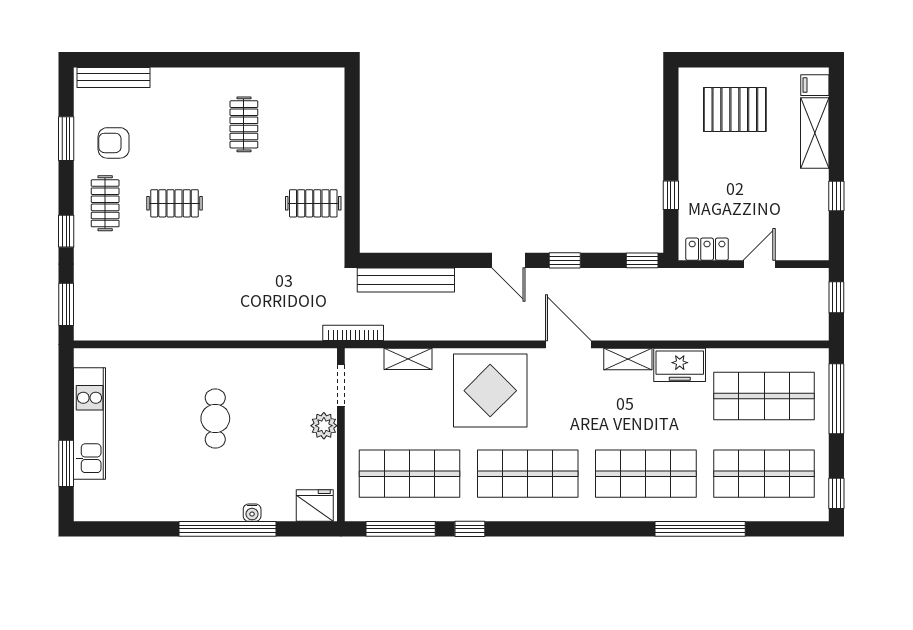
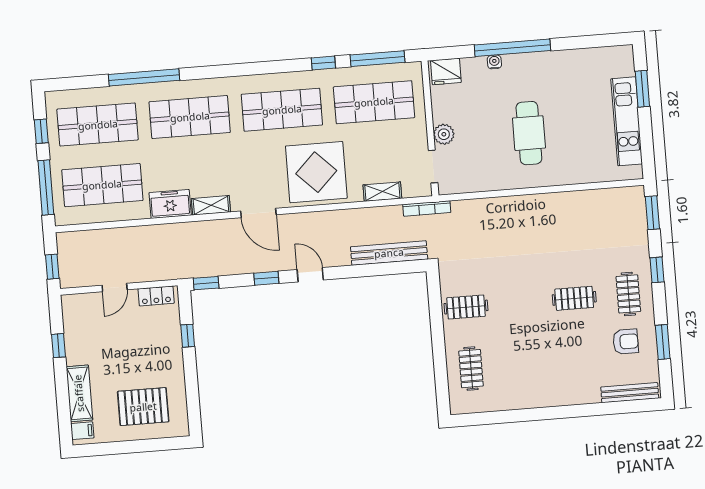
clothes rail: (244, 124) -> (471, 369), moved
cafe table: (215, 419) -> (529, 133), width x1.37, depth x1.35
window: (836, 493) -> (41, 131), moved

